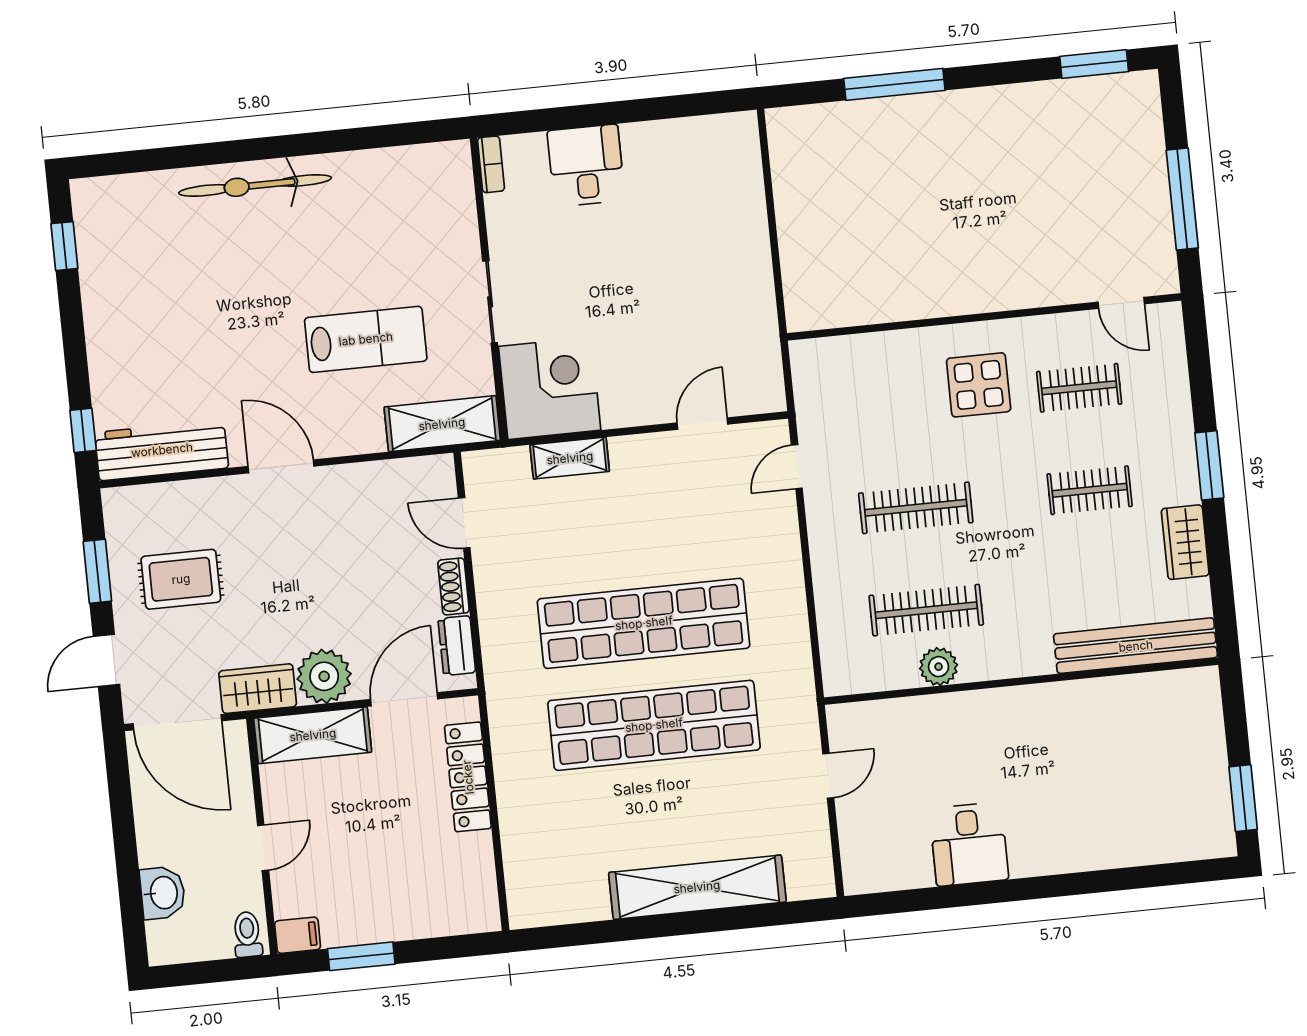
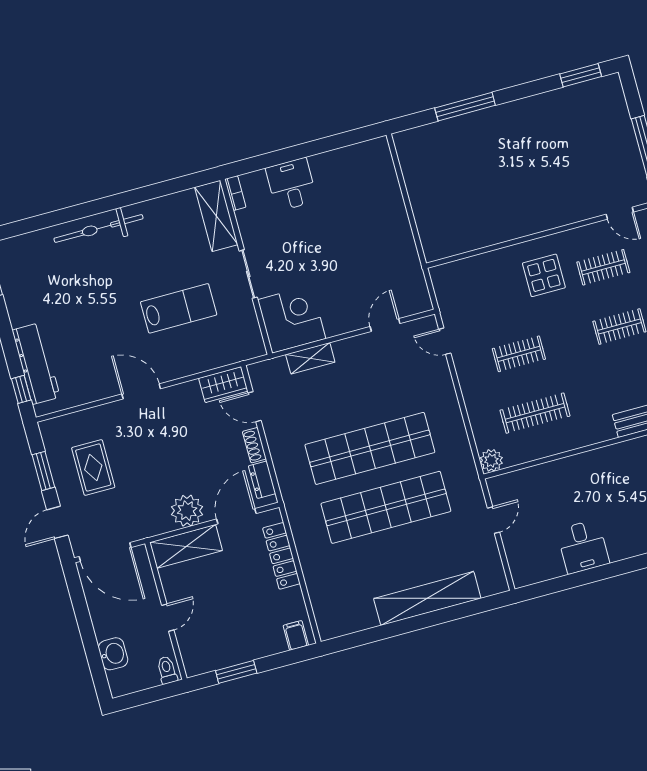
shelving: (442, 424) -> (216, 216), moved, turned 90
workbench: (162, 450) -> (36, 364), moved, turned 90
door: (797, 467) -> (445, 341), hinge flipped
clothes rail: (916, 508) -> (519, 354), width x0.73
rug: (181, 579) -> (93, 468), turned 90
plant: (939, 667) -> (491, 460), moved
wardrobe: (258, 689) -> (223, 385), moved, turned 180
filing cabinet: (298, 935) -> (296, 635), moved, turned -90

